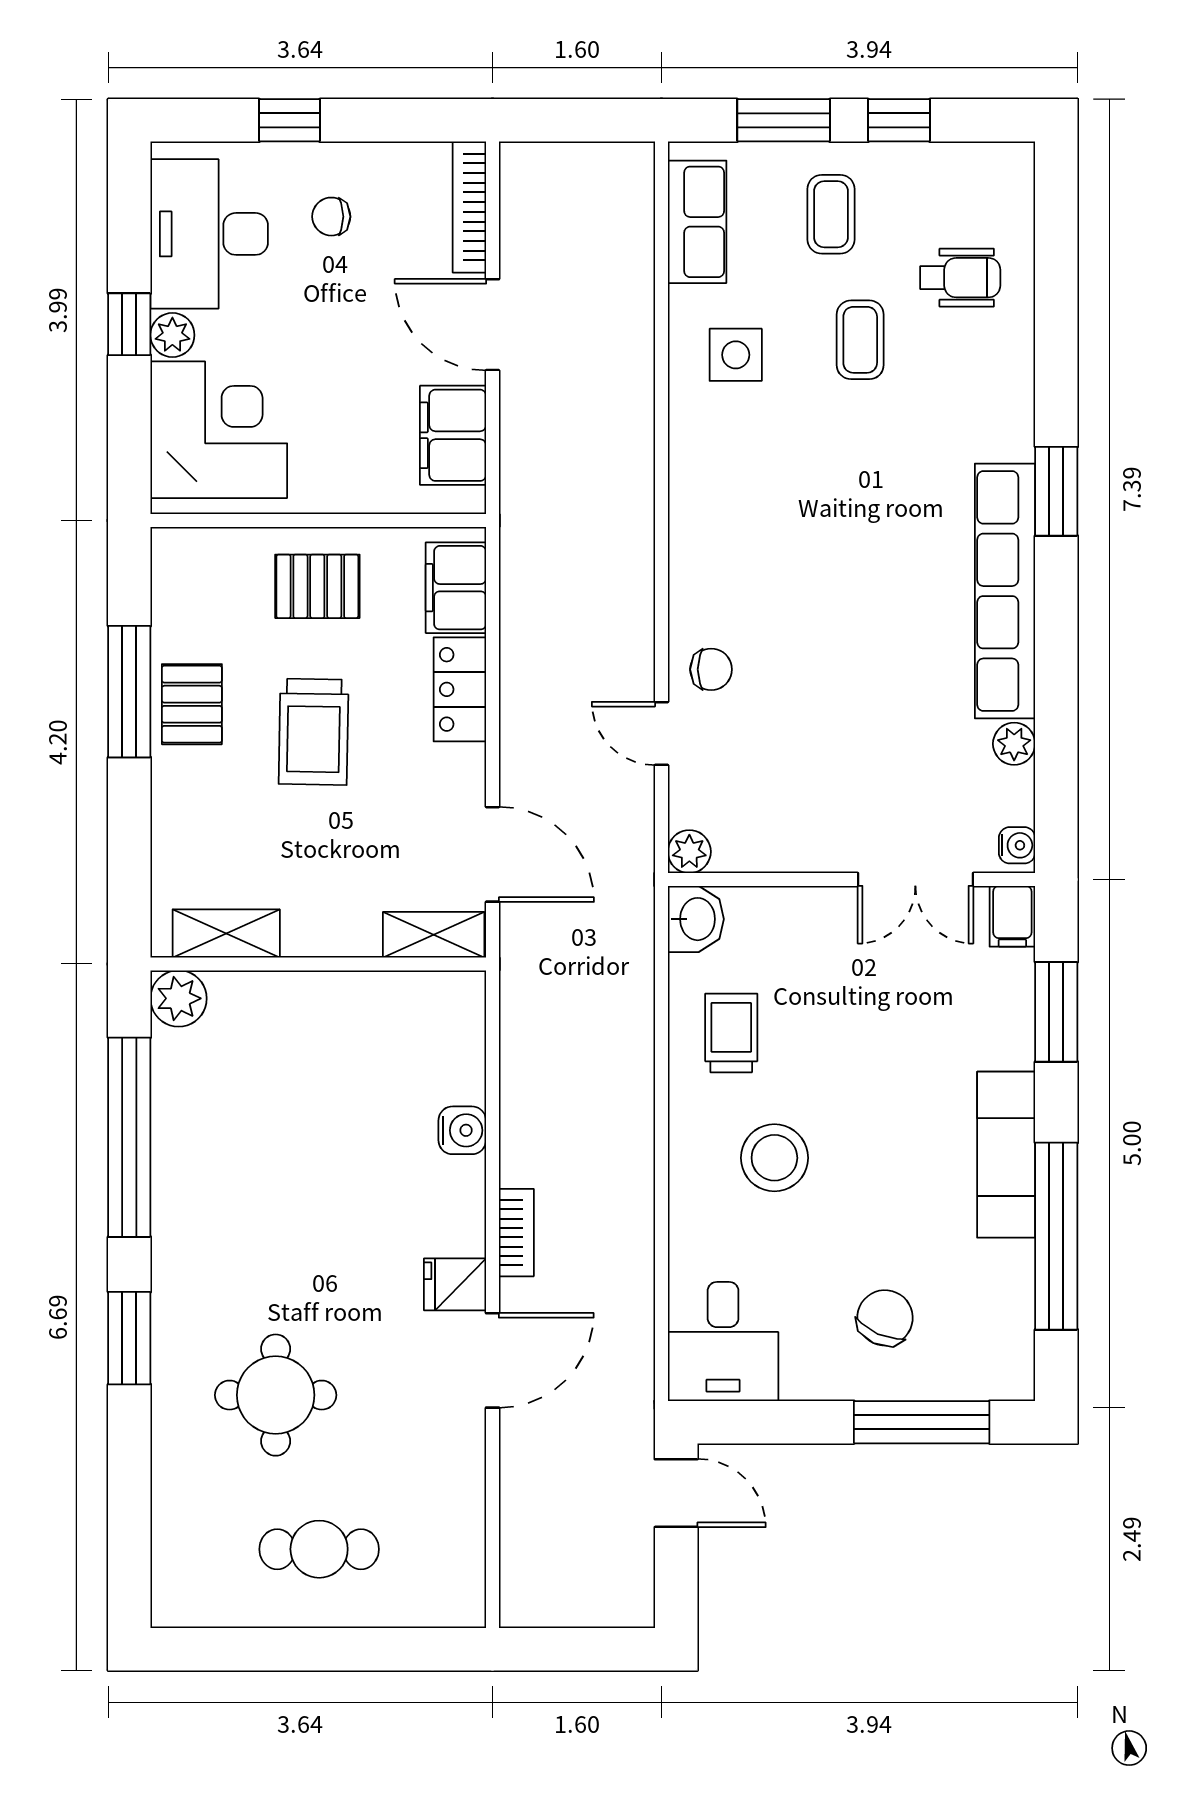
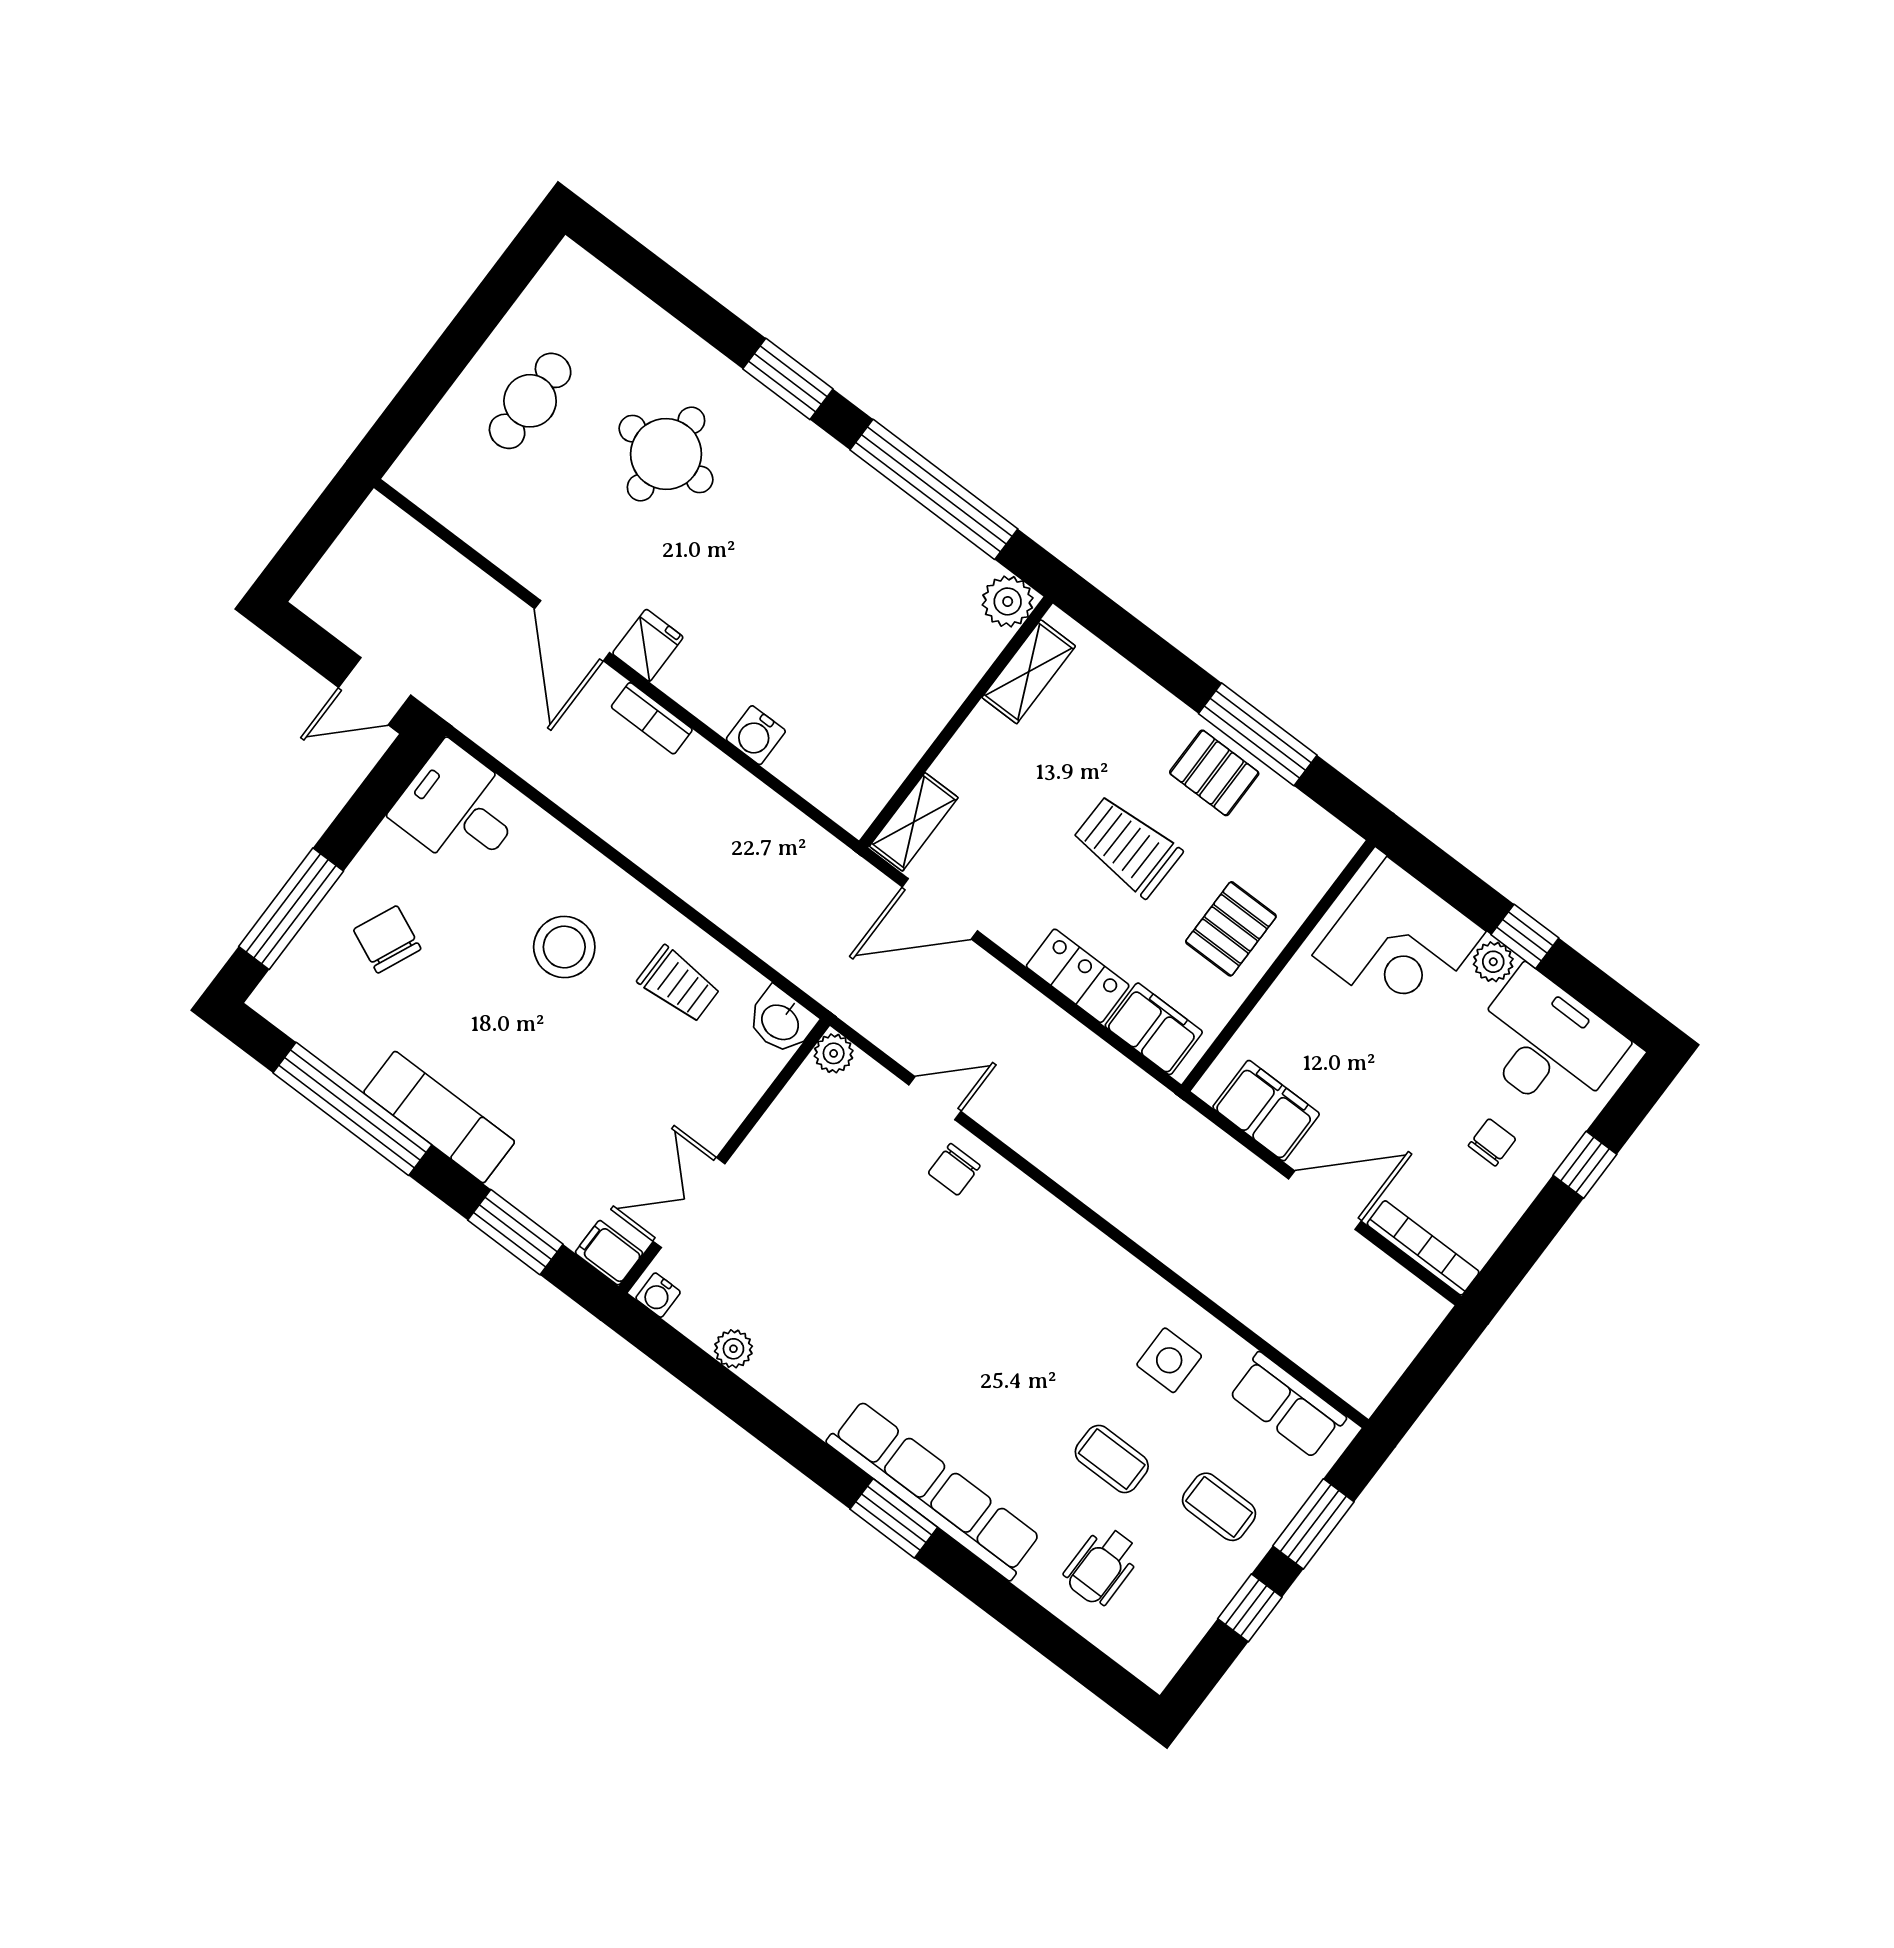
row of seats: (1005, 591) -> (934, 1490), moved
chair: (885, 1318) -> (387, 939), turned 180

